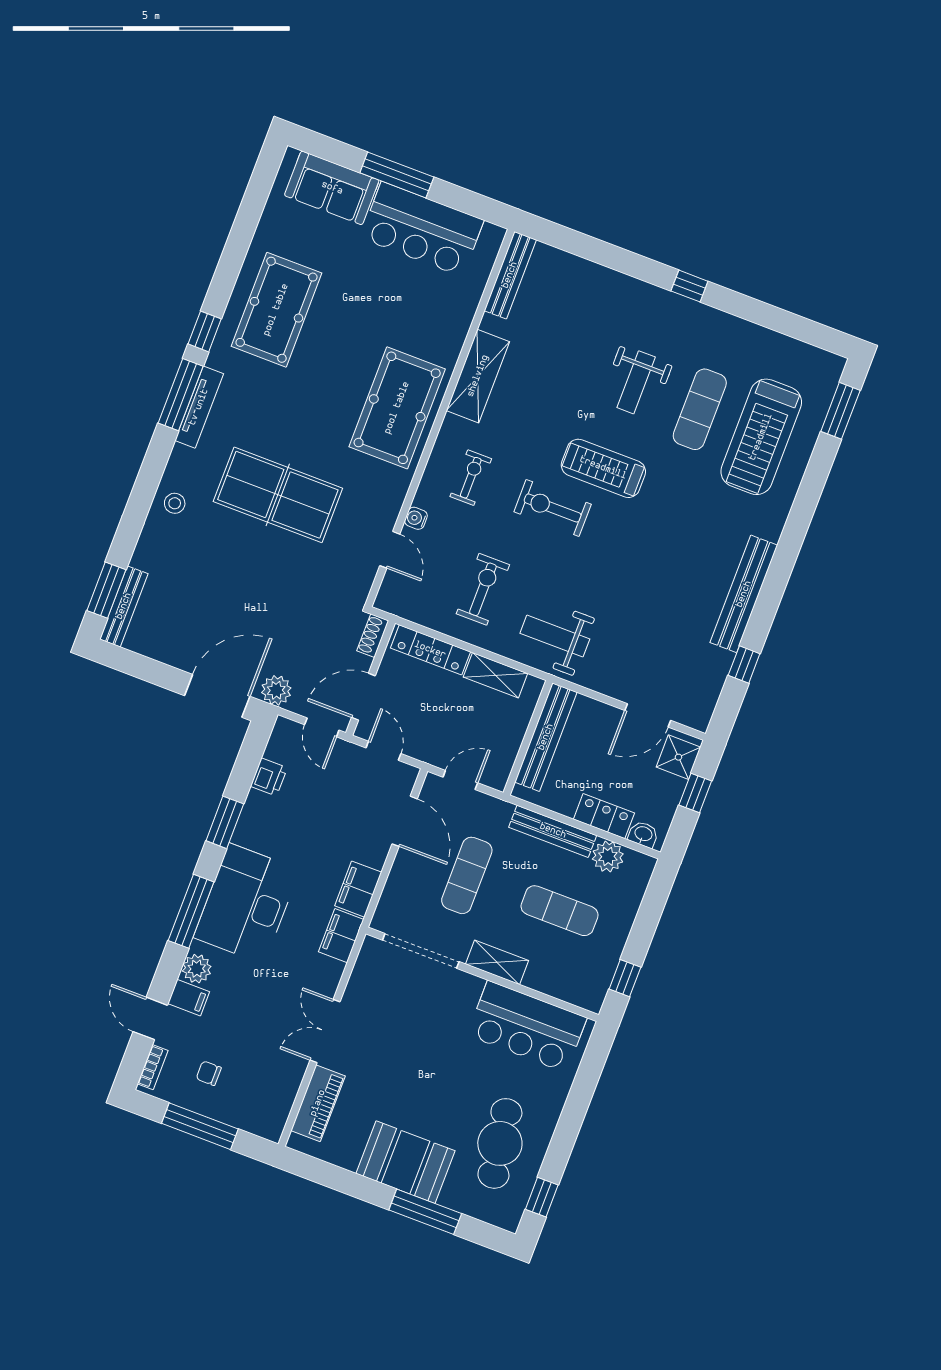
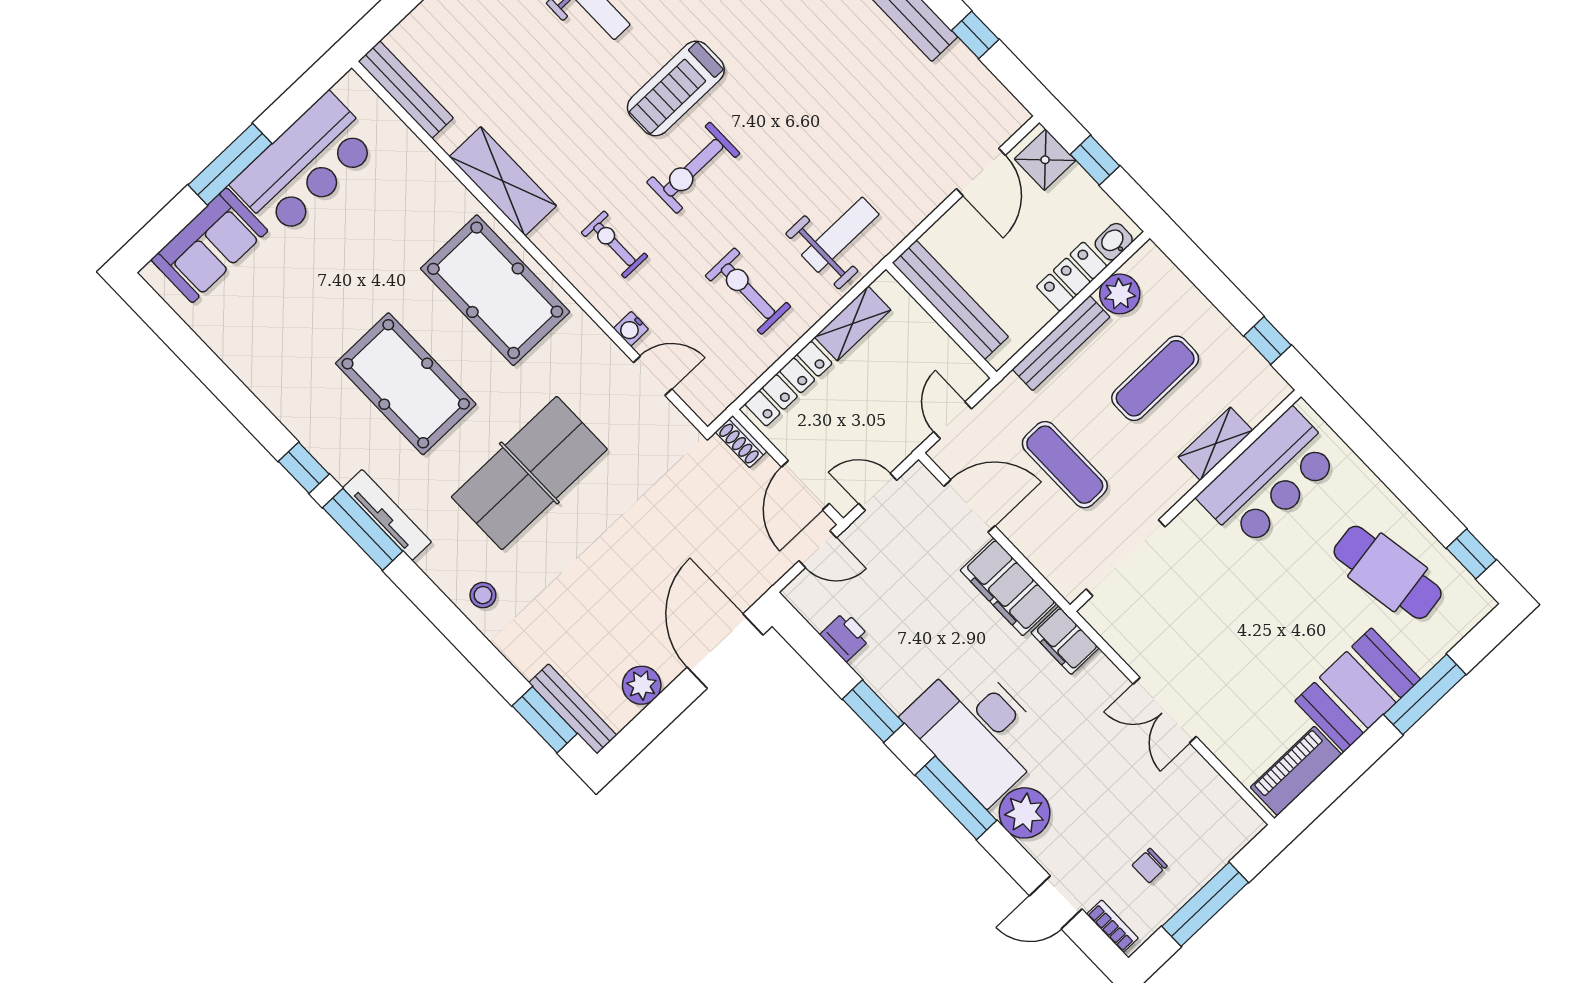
pool table: (276, 310) -> (406, 384), moved
weight bench: (555, 636) -> (840, 235), turned 180
plant: (276, 690) -> (642, 685), moved
filing cabinet: (358, 889) -> (1008, 587), width x1.50, depth x1.17
shelving: (497, 962) -> (1215, 444), moved
plant: (197, 969) -> (1025, 813), width x1.36, depth x1.36
filing cabinet: (189, 998) -> (1053, 847), removed
piano: (318, 1103) -> (1296, 771), moved, turned -90

